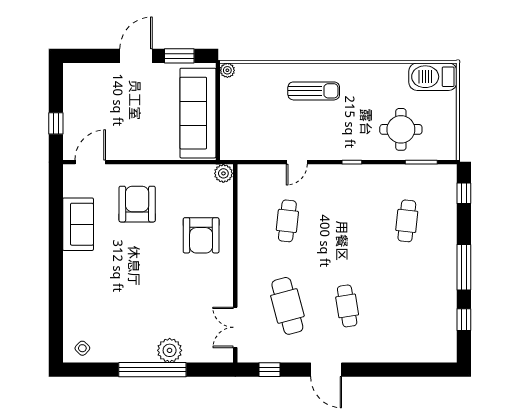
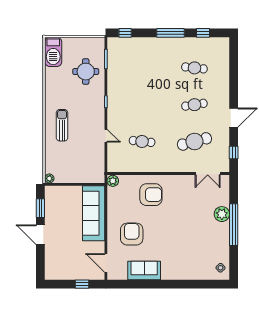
sofa: (198, 113) -> (94, 213), moved, turned 90
armchair: (137, 204) -> (132, 234), turned 90
cafe table: (407, 221) -> (194, 68), moved

